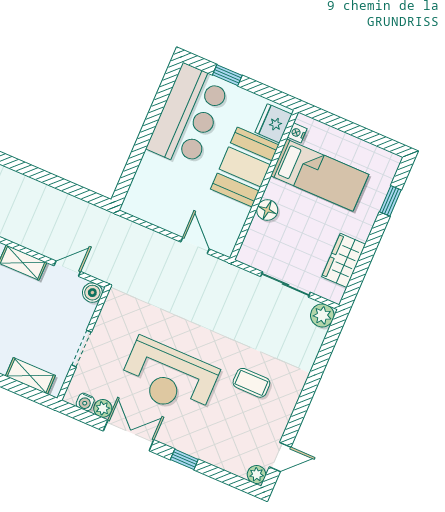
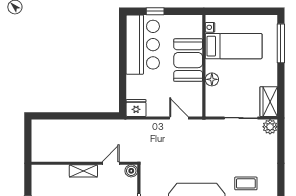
fridge: (274, 123) -> (136, 108), moved, turned 90
window: (390, 201) -> (281, 43), width x2.17
wardrobe: (344, 260) -> (269, 102), moved

